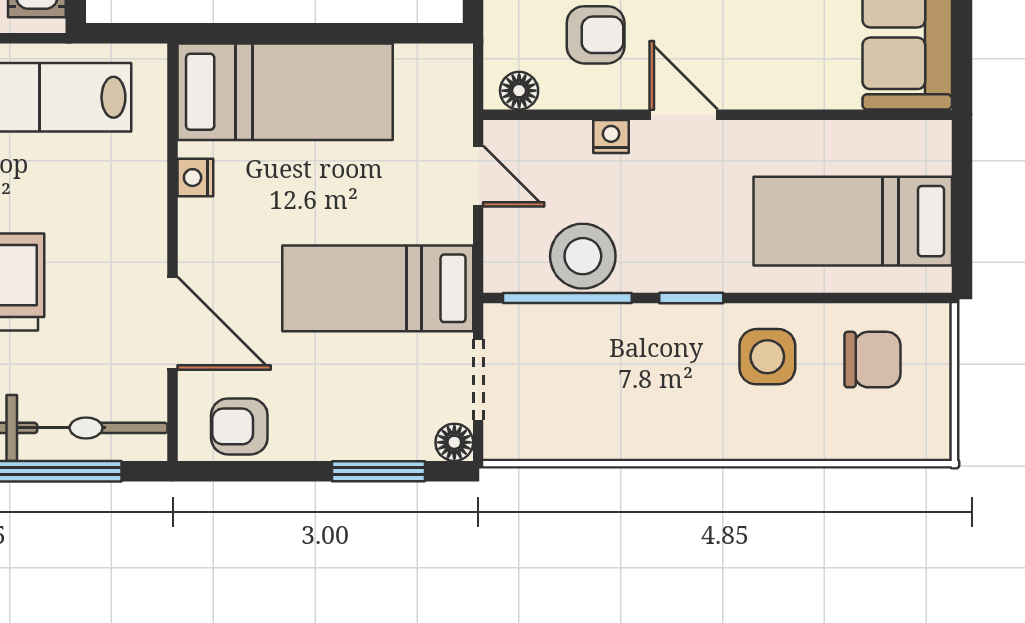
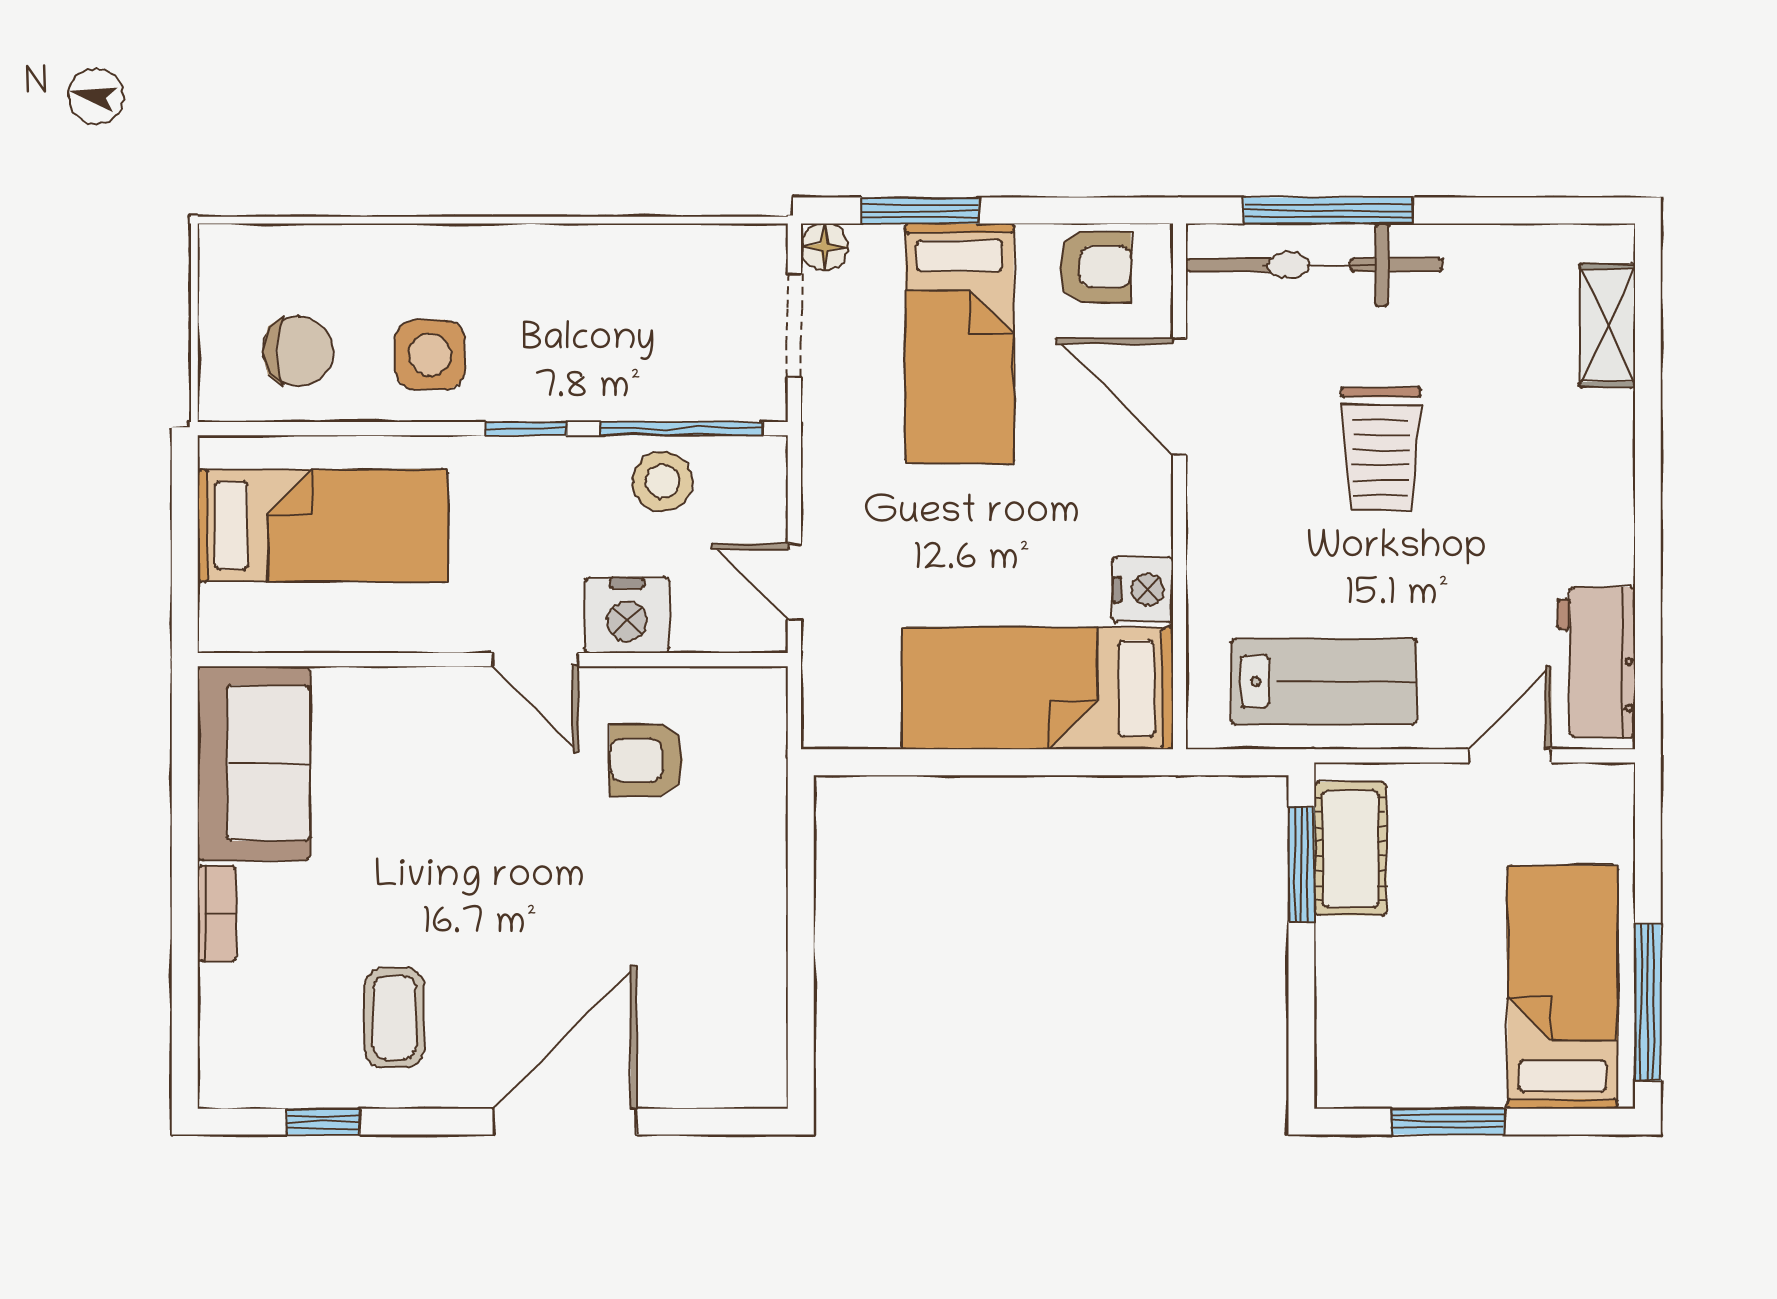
floor lamp: (519, 91) -> (743, 690), removed
nightstand: (611, 137) -> (627, 615), width x1.89, depth x1.79
nightstand: (195, 178) -> (1143, 590), width x1.39, depth x1.35
stool: (583, 256) -> (662, 481), width x0.73, depth x0.73
bed: (378, 288) -> (960, 343), moved, turned 90
chair: (872, 360) -> (298, 351), turned 180

